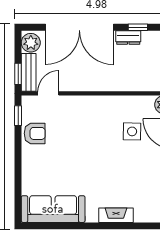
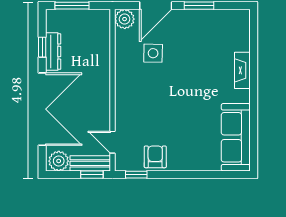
dresser: (128, 38) -> (53, 52), width x1.44

